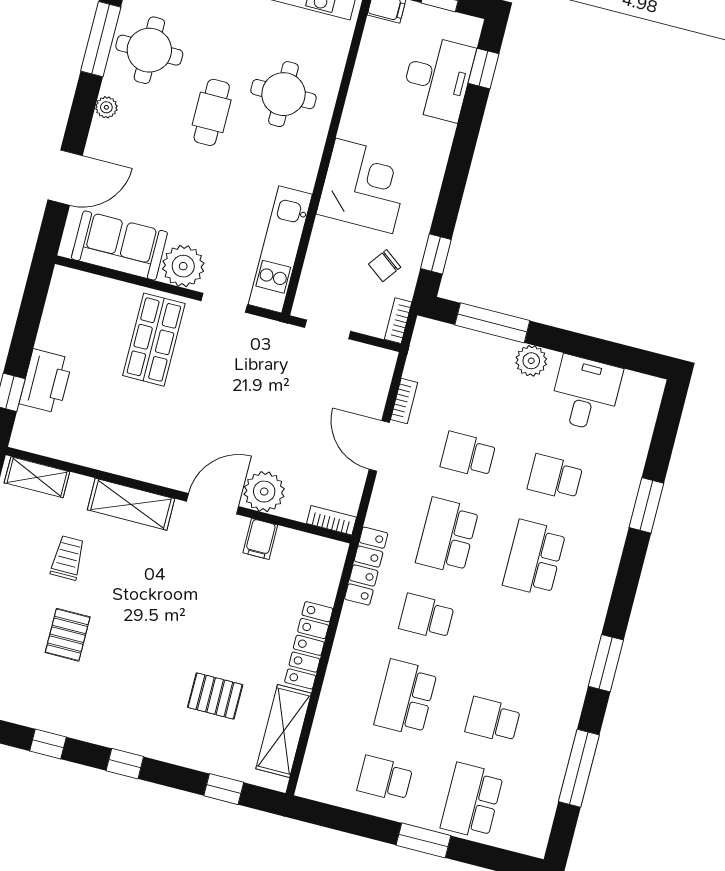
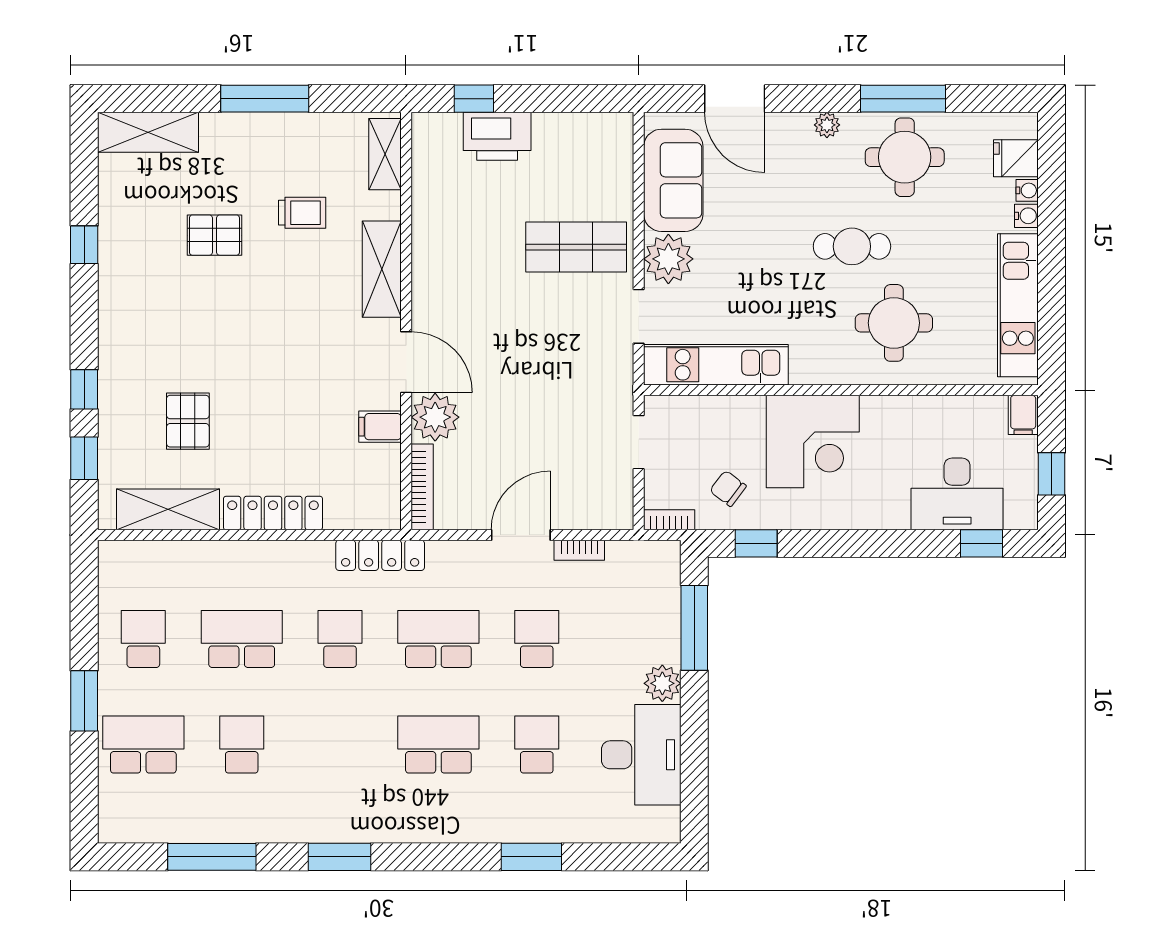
desk: (586, 393) -> (641, 755), width x1.37
bookcase: (332, 520) -> (422, 487), width x1.56
window: (125, 764) -> (84, 389), moved

